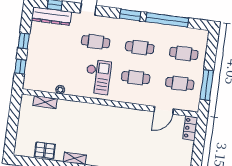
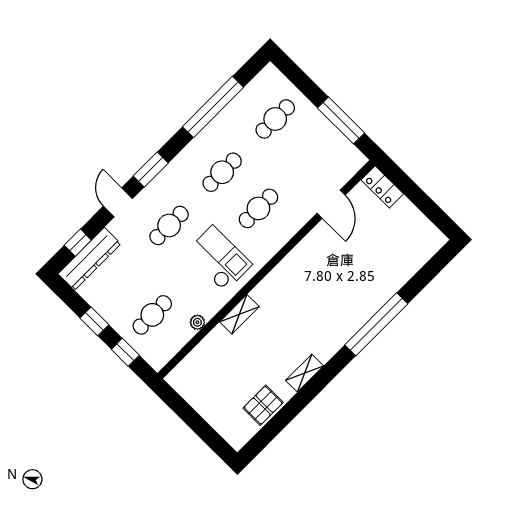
window: (130, 15) -> (151, 169), moved
cafe table: (180, 83) -> (152, 315), moved
shelving: (45, 102) -> (239, 314), moved

